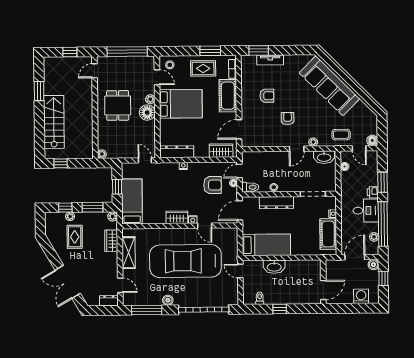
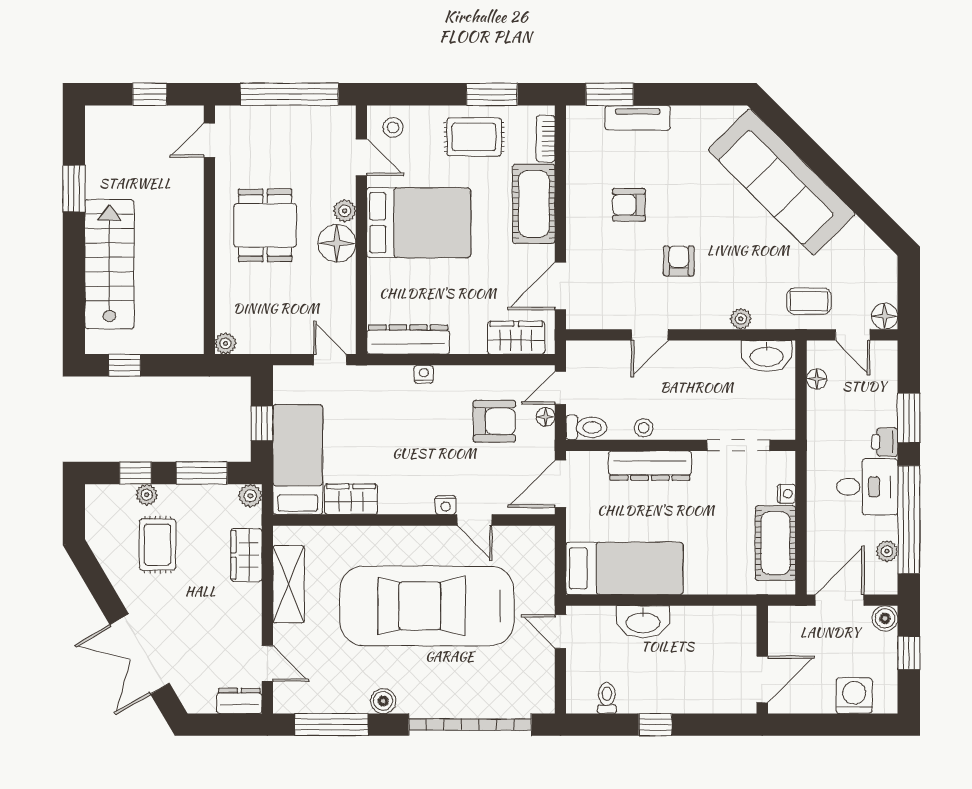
armchair: (267, 96) -> (629, 205), turned 180
door: (297, 149) -> (650, 335), moved
wardrobe: (177, 217) -> (351, 499), moved

